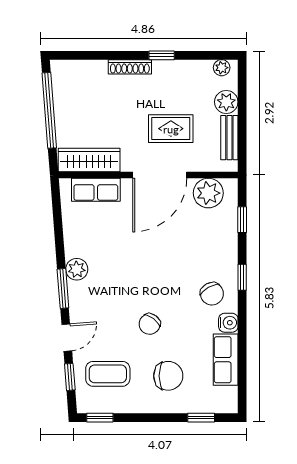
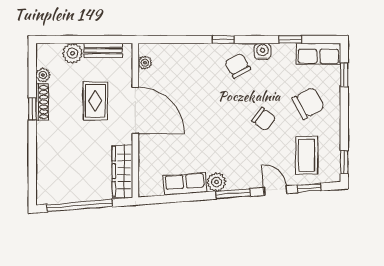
shoe rack: (130, 67) -> (42, 102), moved
plant: (222, 68) -> (43, 75), moved
row of seats: (96, 190) -> (185, 184), moved, turned -94
plant: (208, 193) -> (145, 63), width x0.53, depth x0.53
window: (242, 220) -> (290, 40), moved
chair: (212, 294) -> (238, 66), turned -91
row of seats: (226, 360) -> (318, 54), moved
chair: (168, 376) -> (308, 103), turned 62

